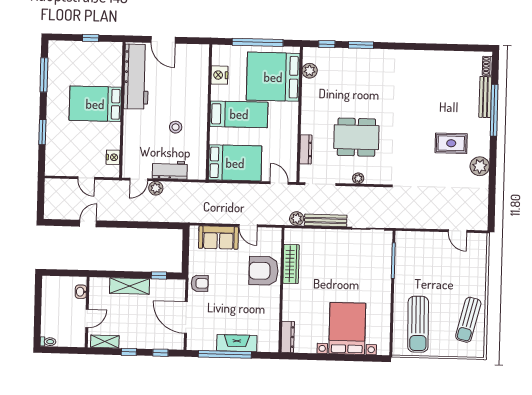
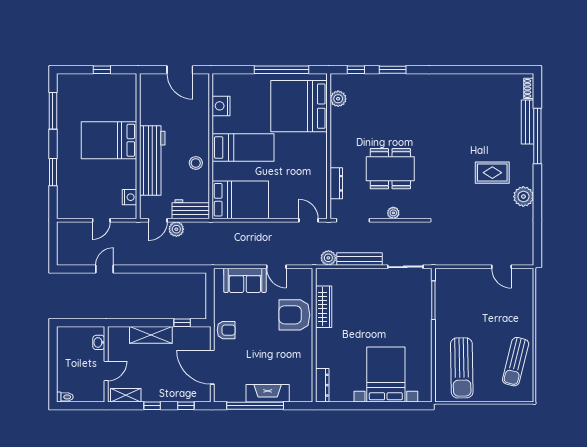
nightstand: (219, 75) -> (221, 106), moved
workbench: (136, 77) -> (152, 161), moved
wall: (209, 112) -> (211, 146), moved
bed: (239, 114) -> (243, 148), moved
bed: (235, 163) -> (240, 200), moved
door: (86, 178) -> (101, 220), hinge flipped

